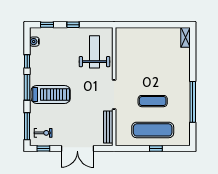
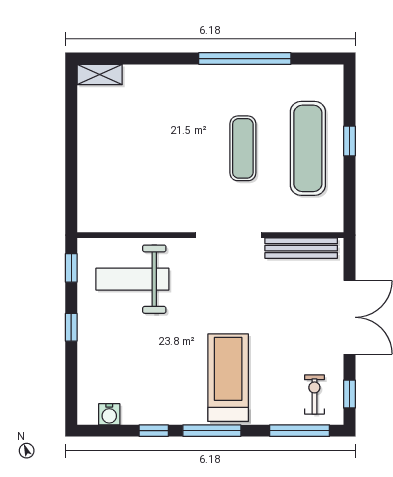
window: (47, 25) -> (71, 268), moved

